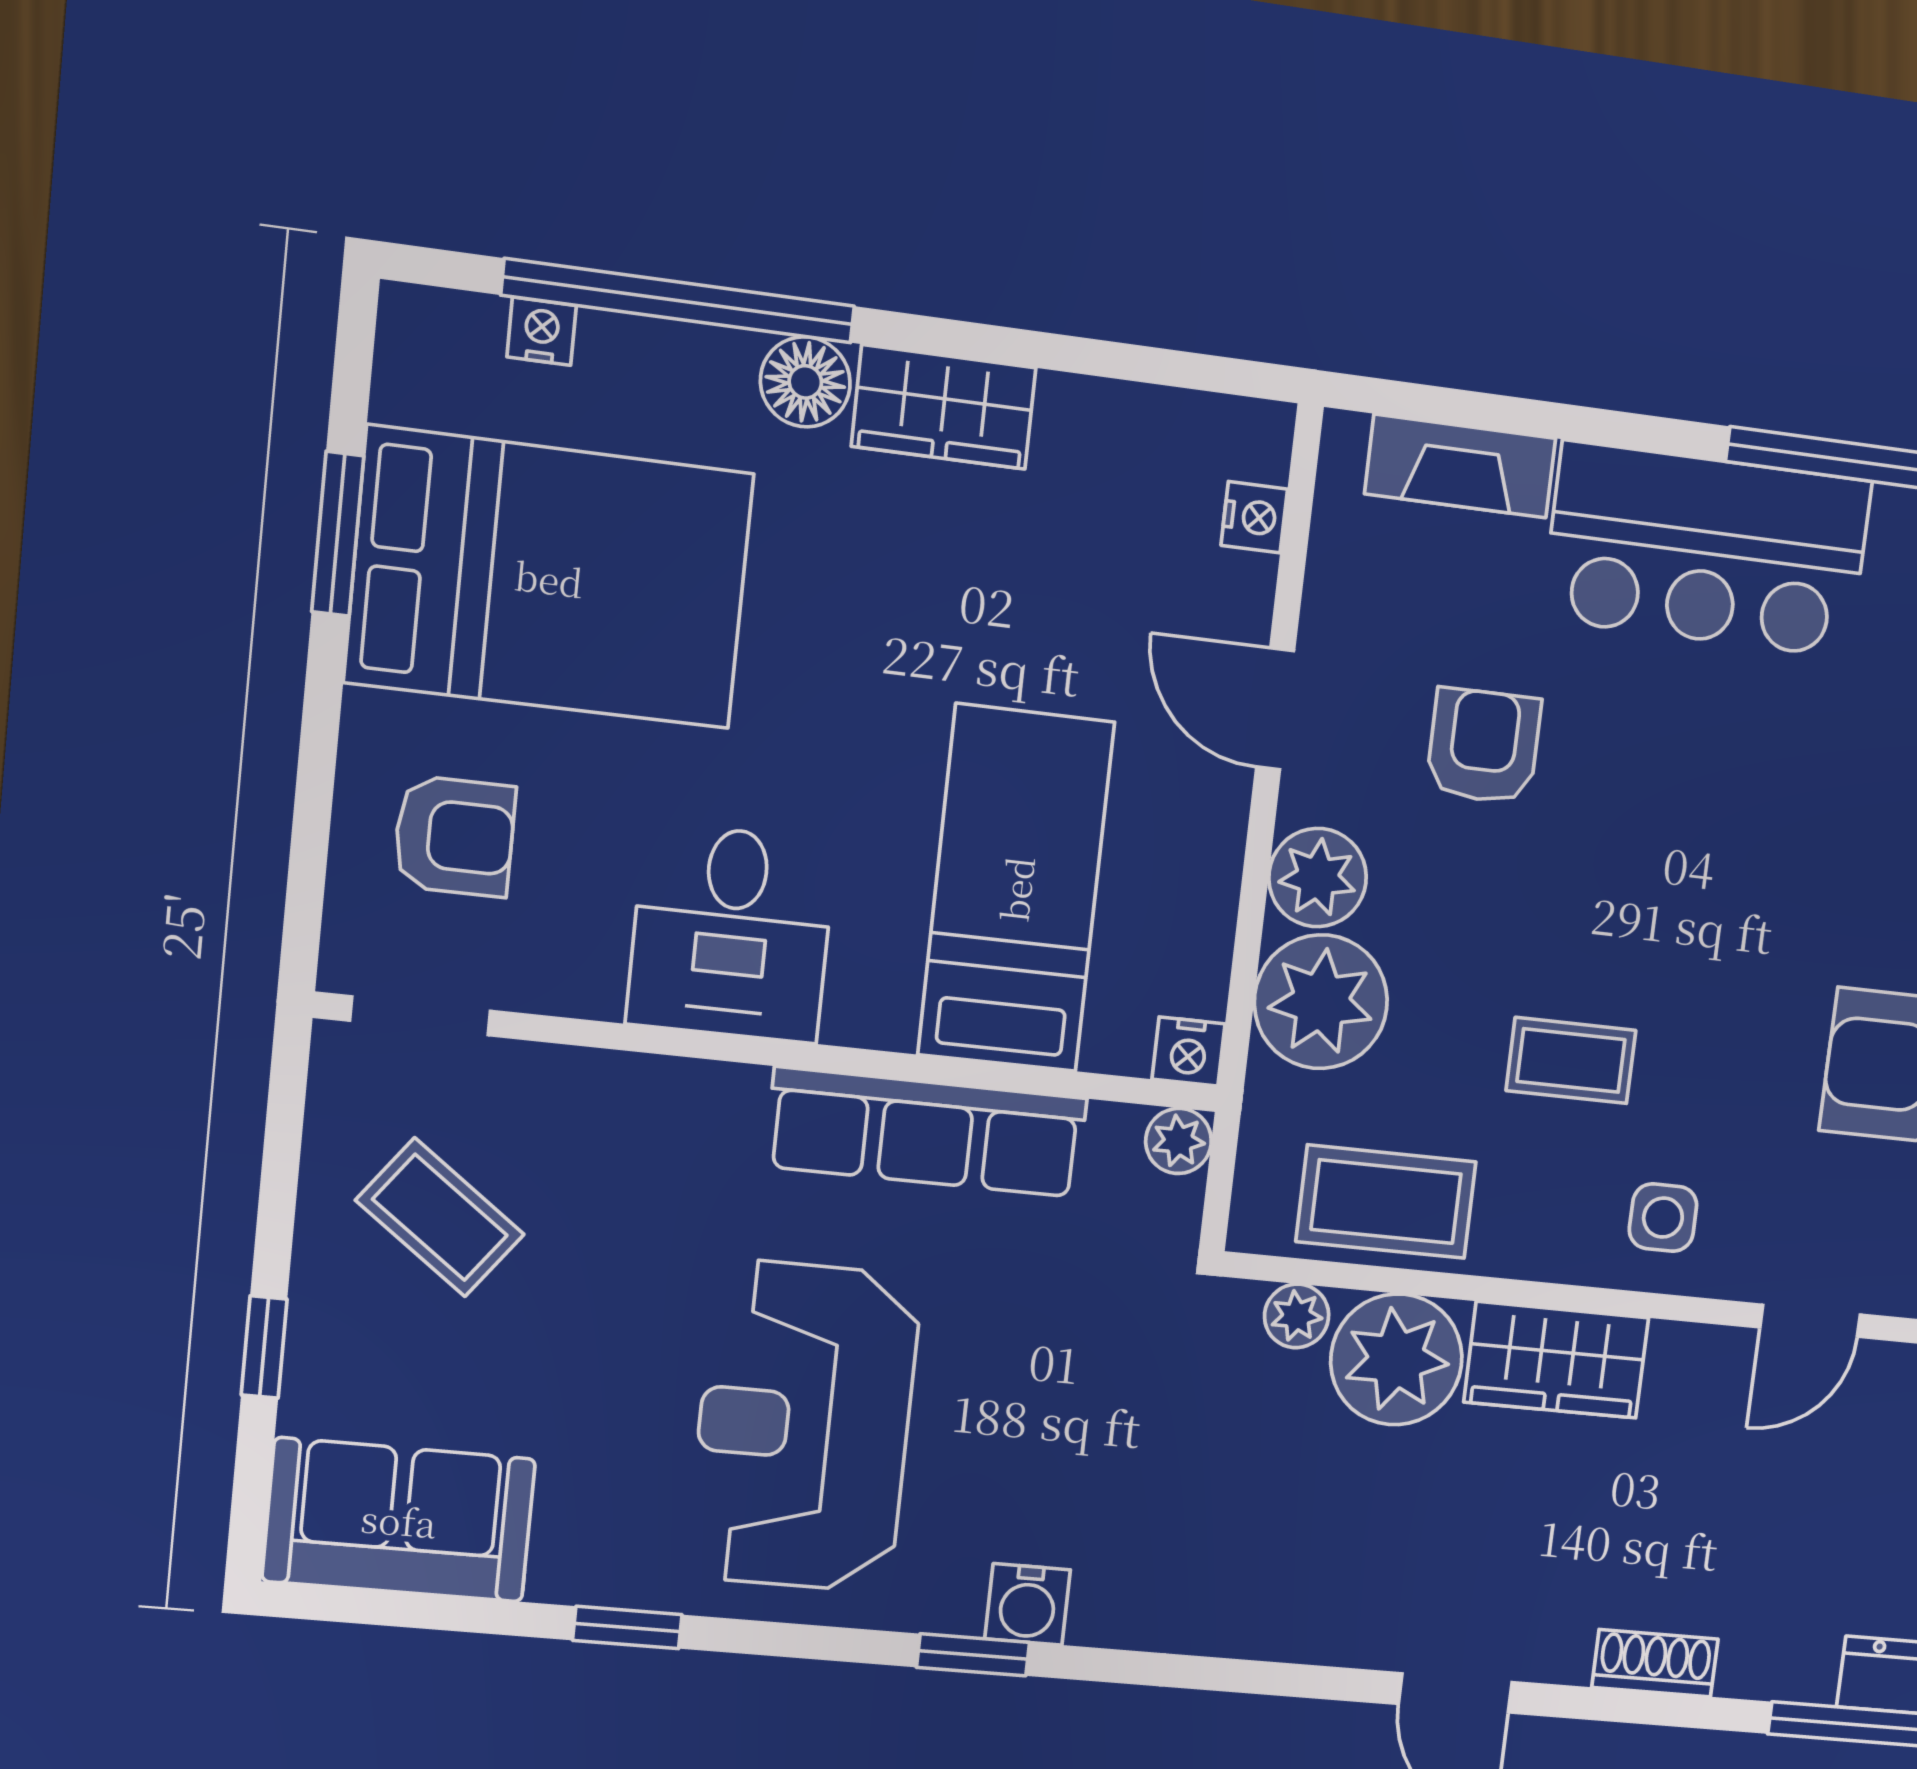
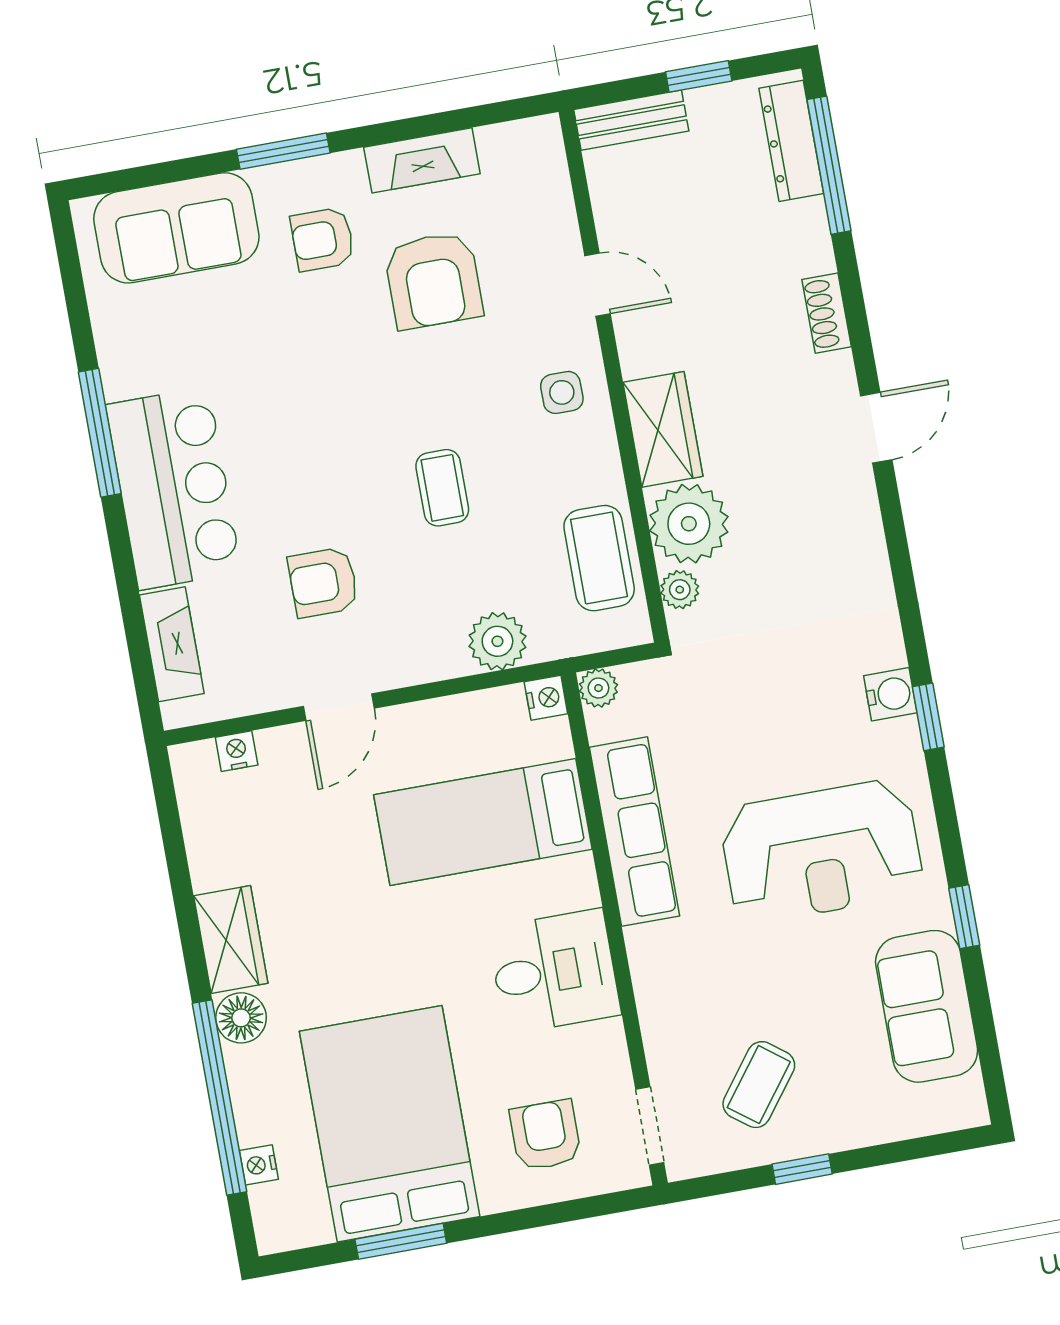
plant: (1318, 878) -> (426, 654), removed
plant: (1321, 1002) -> (497, 641), width x0.73, depth x0.73
coffee table: (1571, 1060) -> (442, 488), moved
window: (264, 1347) -> (802, 1169), moved
sofa: (399, 1520) -> (927, 1006), moved

